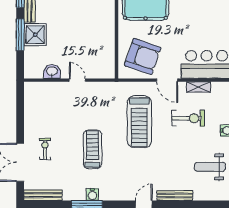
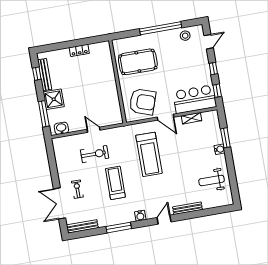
window: (20, 35) -> (44, 114), moved
washbasin: (52, 72) -> (61, 128), moved
exercise bike: (188, 118) -> (95, 154), moved
water cooler: (92, 194) -> (140, 216), moved

